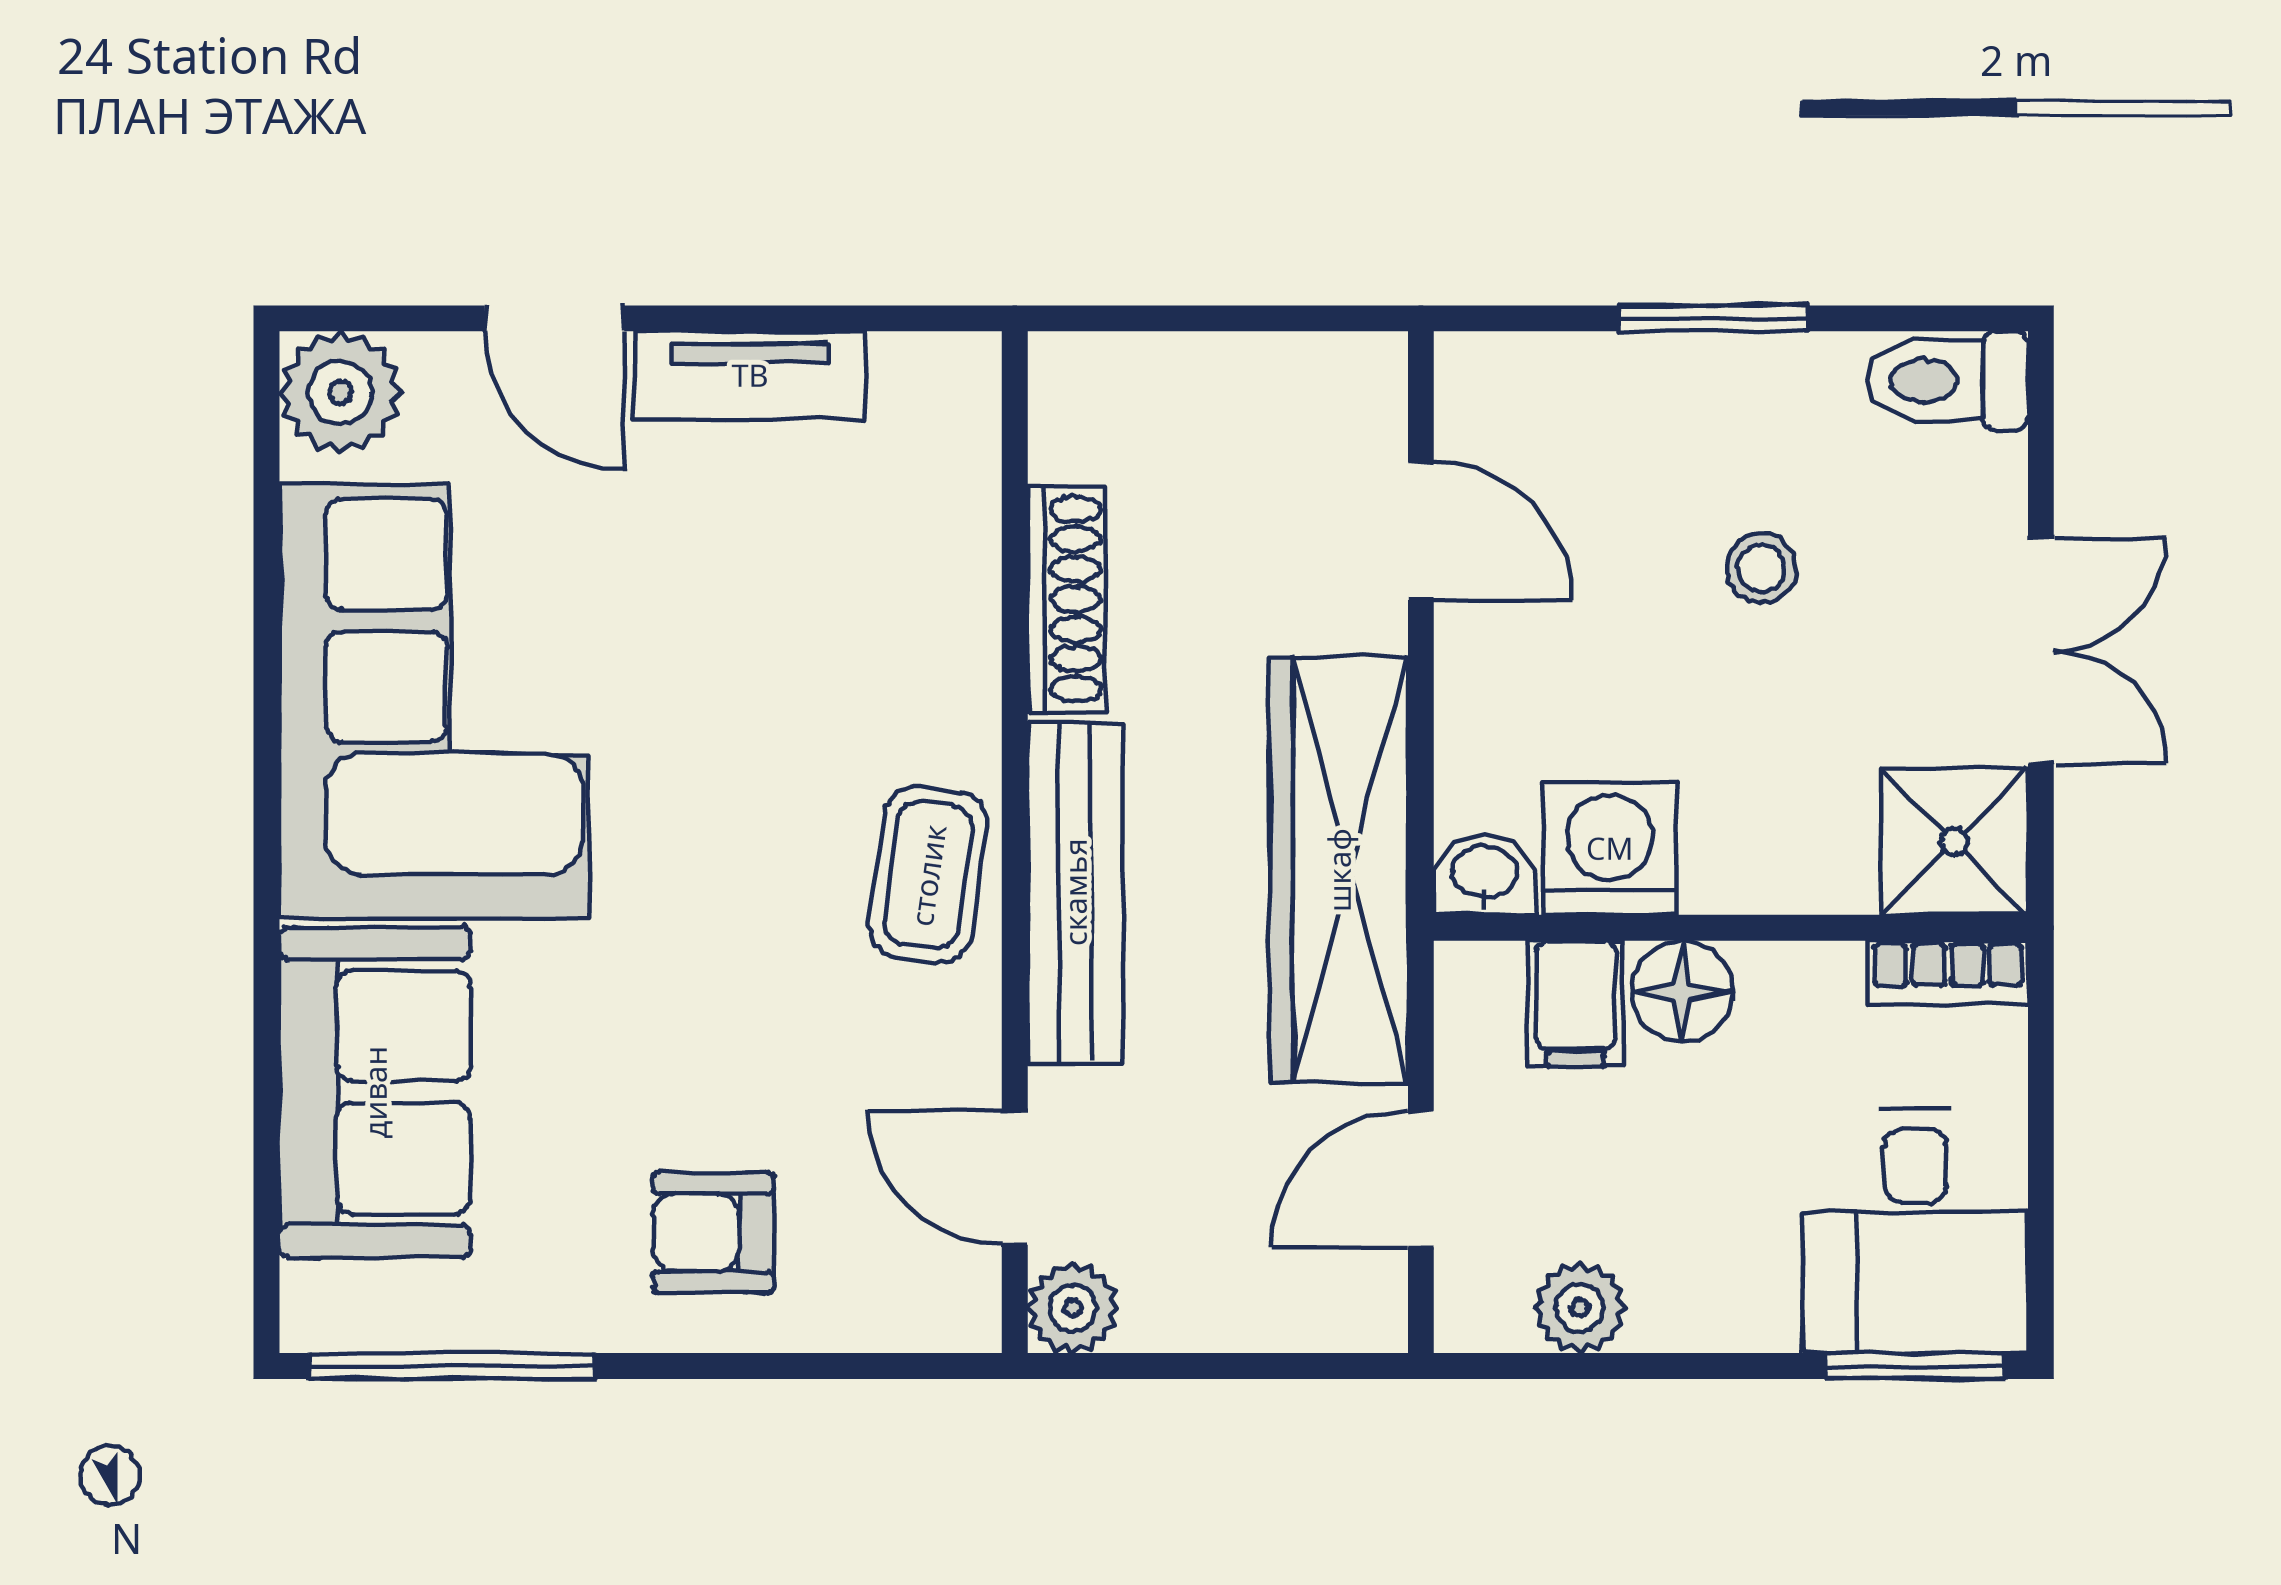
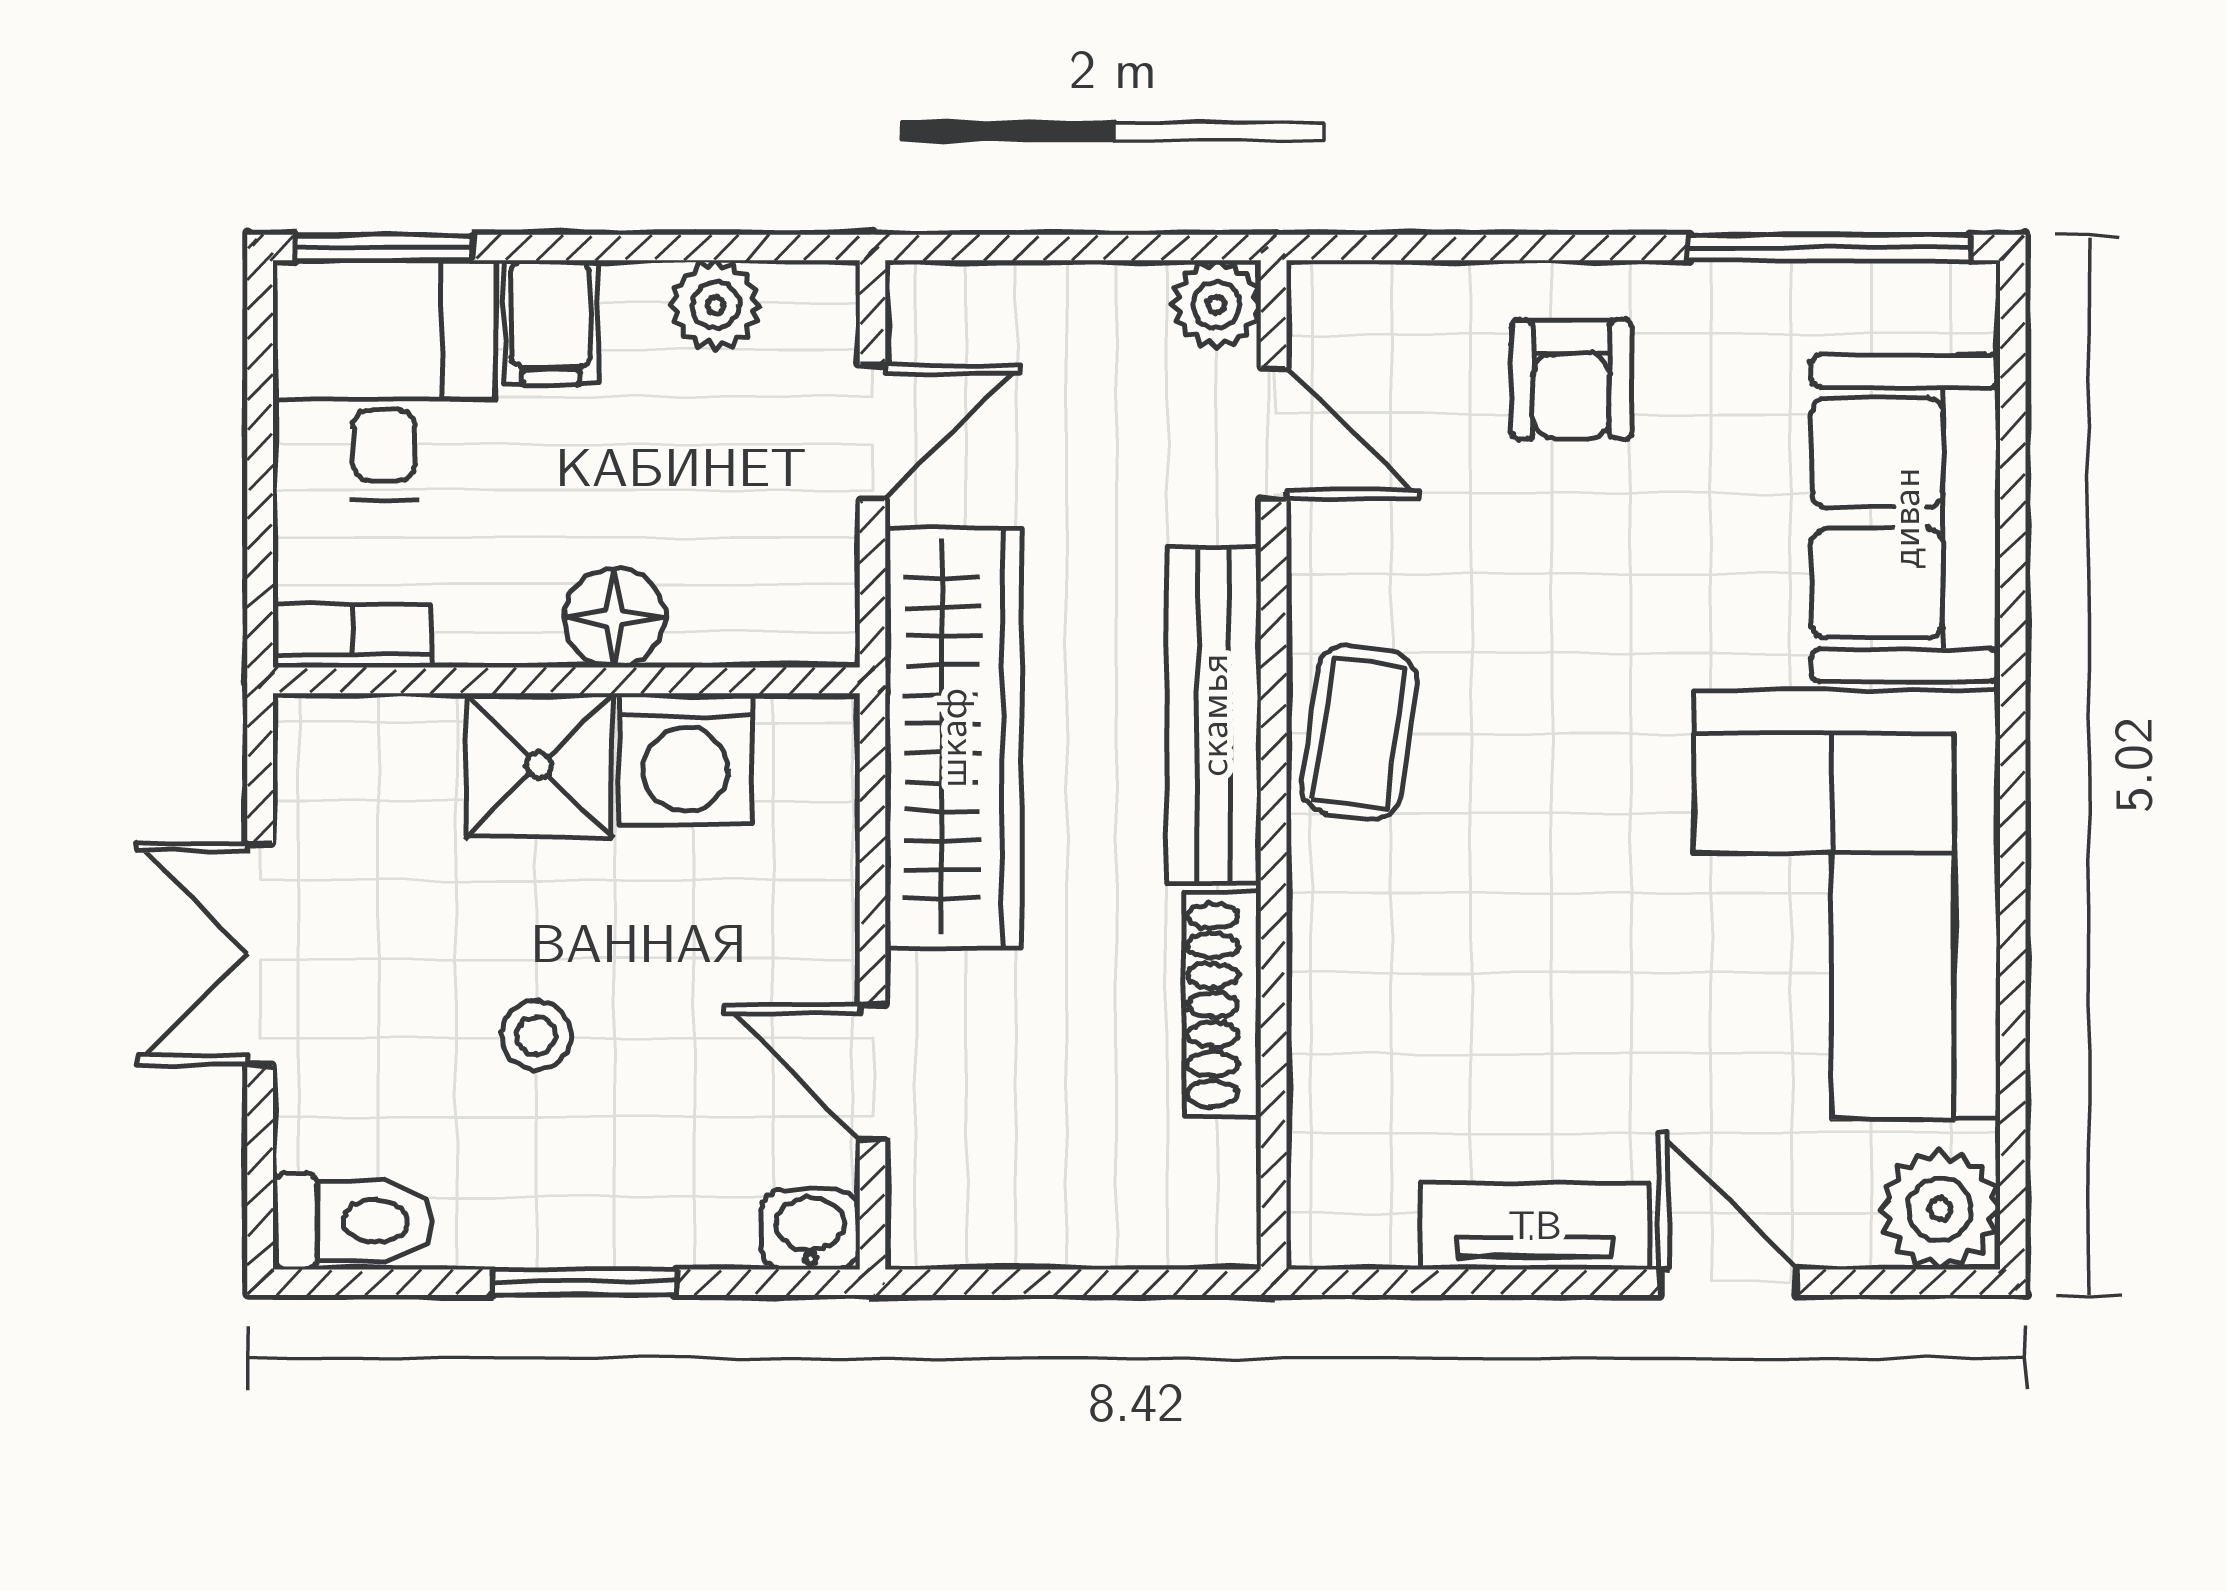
shower: (1955, 841) -> (539, 766), moved
washbasin: (1484, 874) -> (810, 1229), moved, turned 180
filing cabinet: (1576, 1004) -> (551, 322), moved, turned 180
armchair: (713, 1233) -> (1571, 379), turned 90

